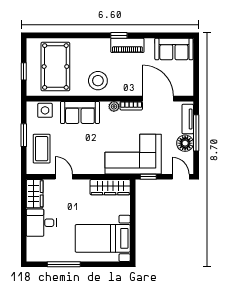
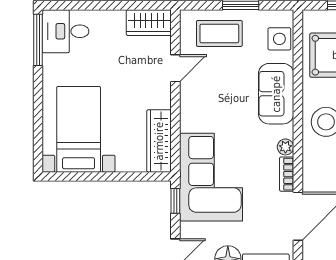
desk: (41, 223) -> (65, 31), moved, turned -90
window: (64, 264) -> (38, 40), moved

